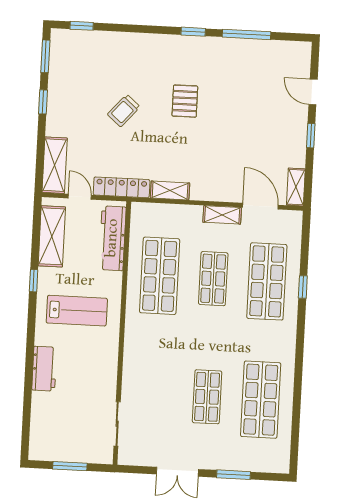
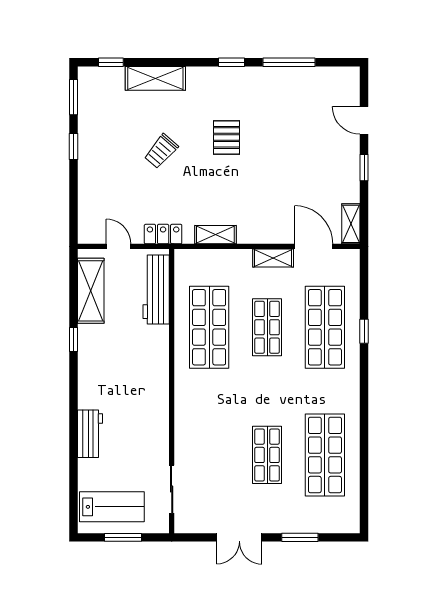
shelving: (55, 165) -> (155, 78), moved, turned 90
locker: (122, 187) -> (163, 234), width x0.66
lab bench: (77, 311) -> (112, 507), moved

